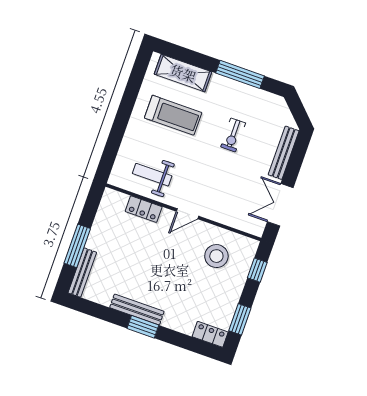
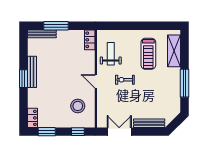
exercise bike: (233, 135) -> (125, 80), moved
locker: (144, 209) -> (90, 40), moved

